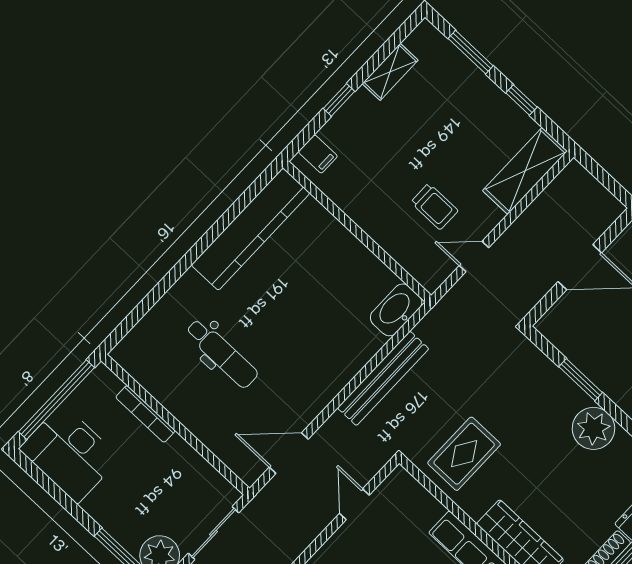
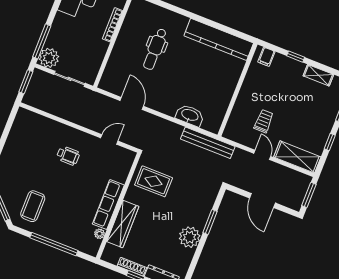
window: (604, 177) -> (309, 195), added
trolley: (434, 206) -> (264, 121), turned 180
door: (474, 257) -> (262, 155), moved
washbasin: (396, 310) -> (190, 115), moved
bench: (383, 378) -> (208, 143), moved
door: (289, 453) -> (132, 103), moved

